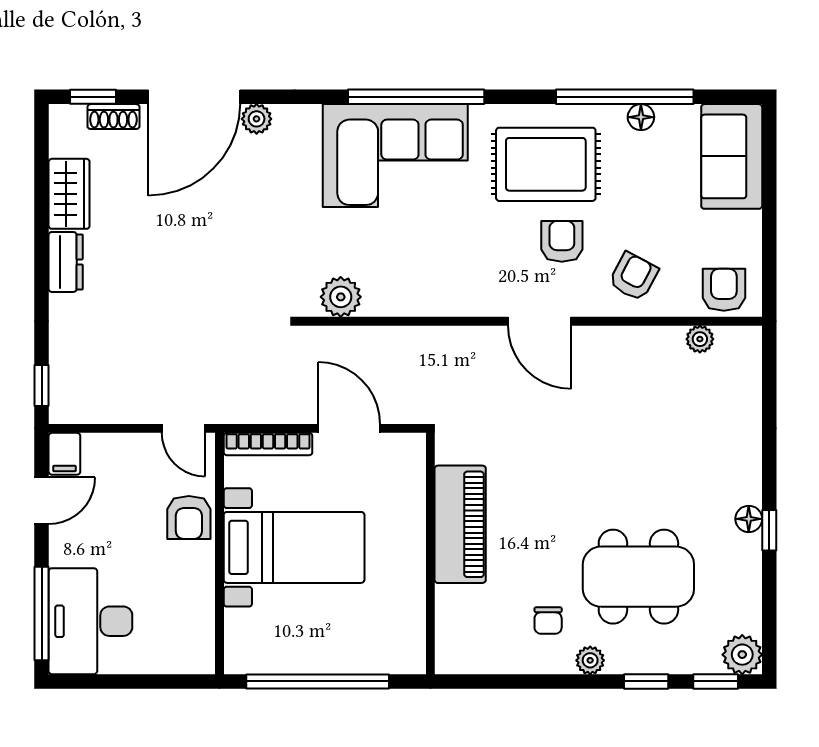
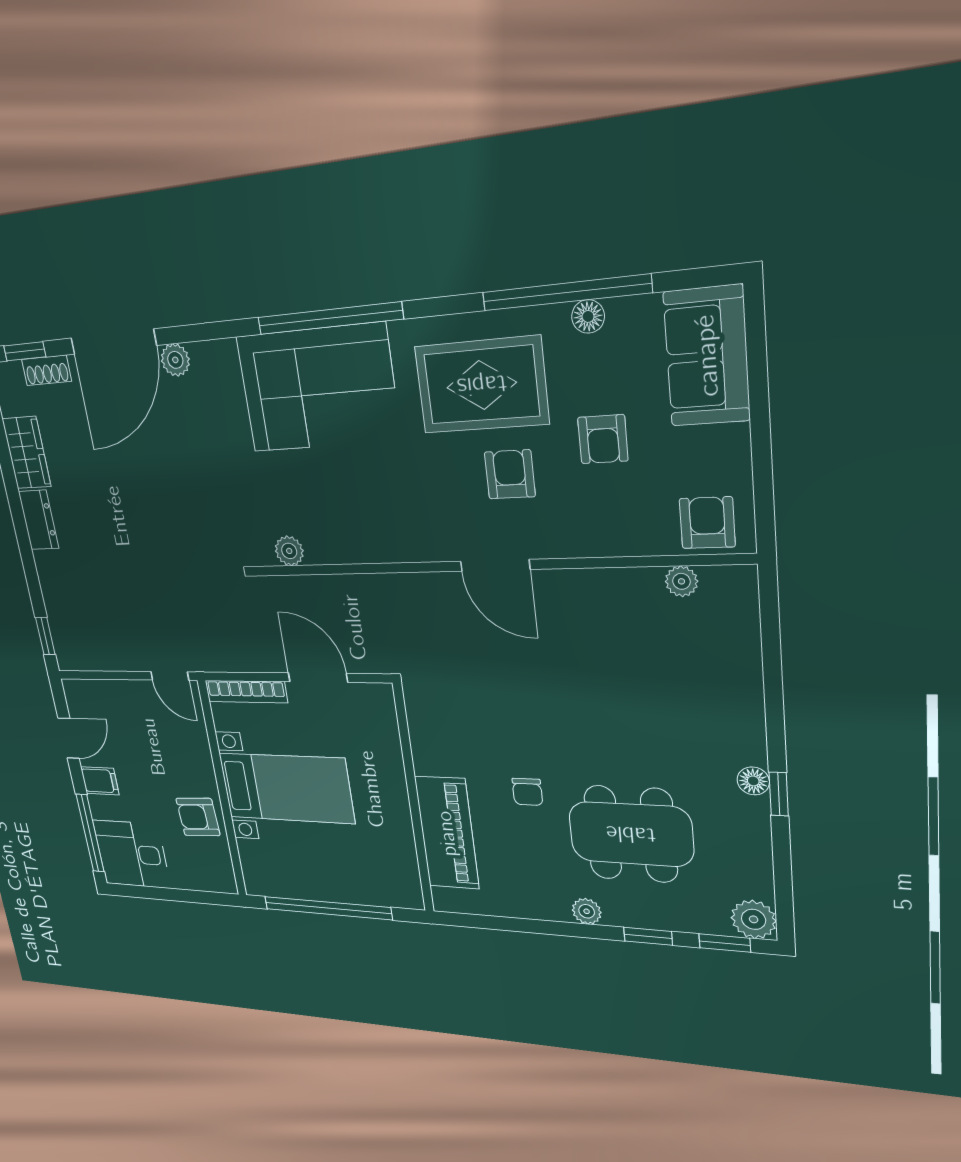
armchair: (634, 277) -> (603, 439), moved, turned 152
plant: (341, 297) -> (289, 551), width x0.73, depth x0.73
filing cabinet: (64, 454) -> (100, 781), moved, turned -90
armchair: (189, 517) -> (198, 817), moved, turned 87
piano: (460, 524) -> (447, 833), moved
desk: (90, 621) -> (132, 854), width x0.73
chair: (548, 621) -> (527, 792), moved

